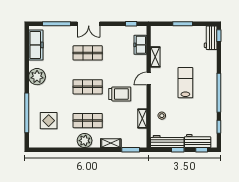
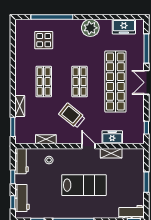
freezer: (36, 45) -> (124, 27), width x0.71
freezer: (140, 45) -> (112, 137), moved
shop shelf: (88, 53) -> (115, 82), width x2.00, depth x1.36
lab bench: (185, 83) -> (84, 185), width x1.36, depth x1.39
trolley: (120, 94) -> (72, 116), turned 129
plant: (85, 141) -> (23, 78), removed
workbench: (167, 142) -> (22, 161), width x0.73

